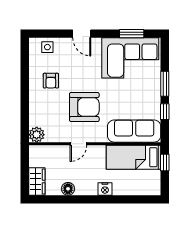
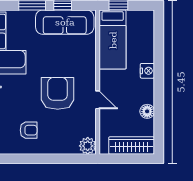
sofa: (134, 131) -> (65, 22), moved, turned -90
wardrobe: (37, 181) -> (132, 145), width x1.50

